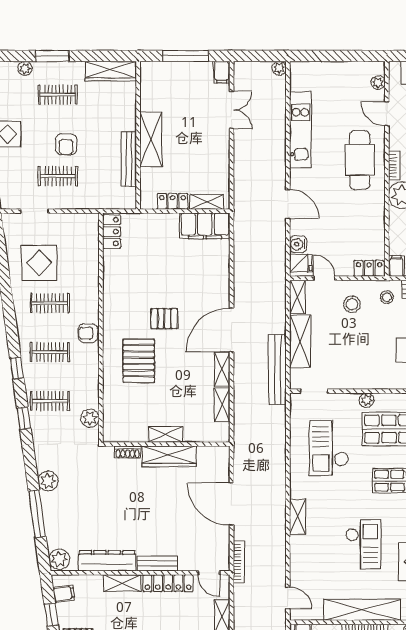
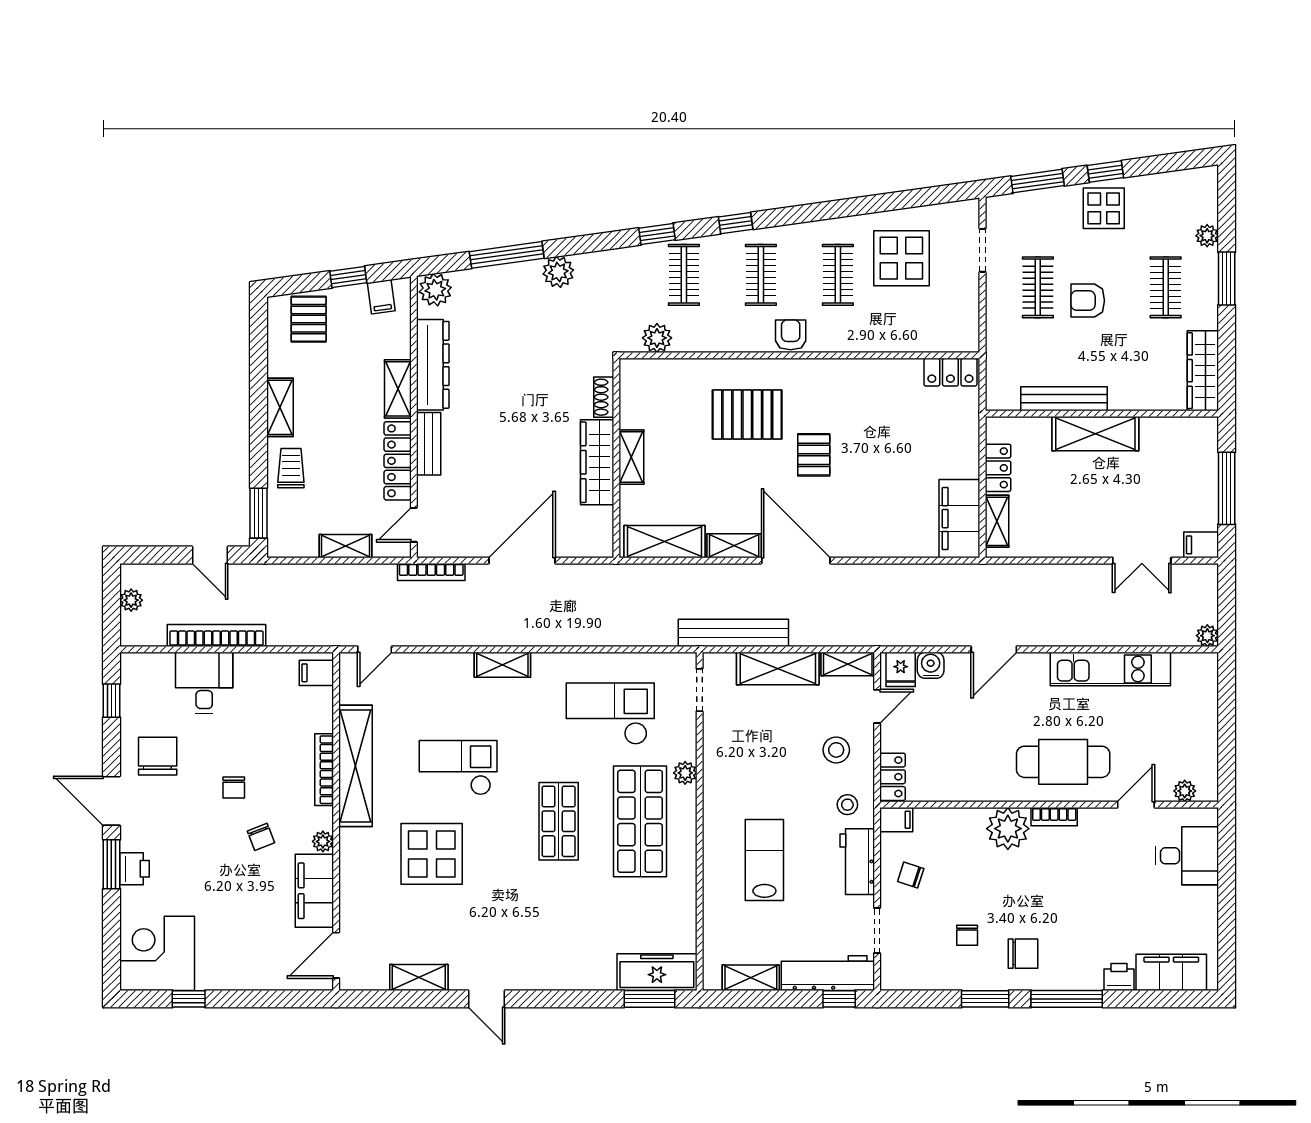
shelving: (222, 405) -> (664, 542), width x1.50, depth x1.33
checkout: (363, 545) -> (458, 768), turned 180

